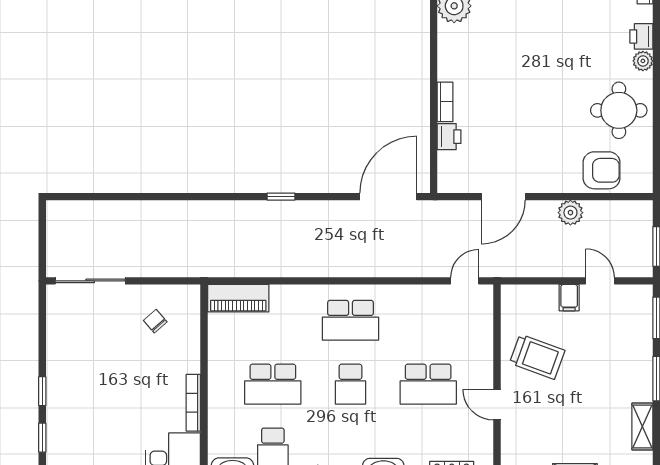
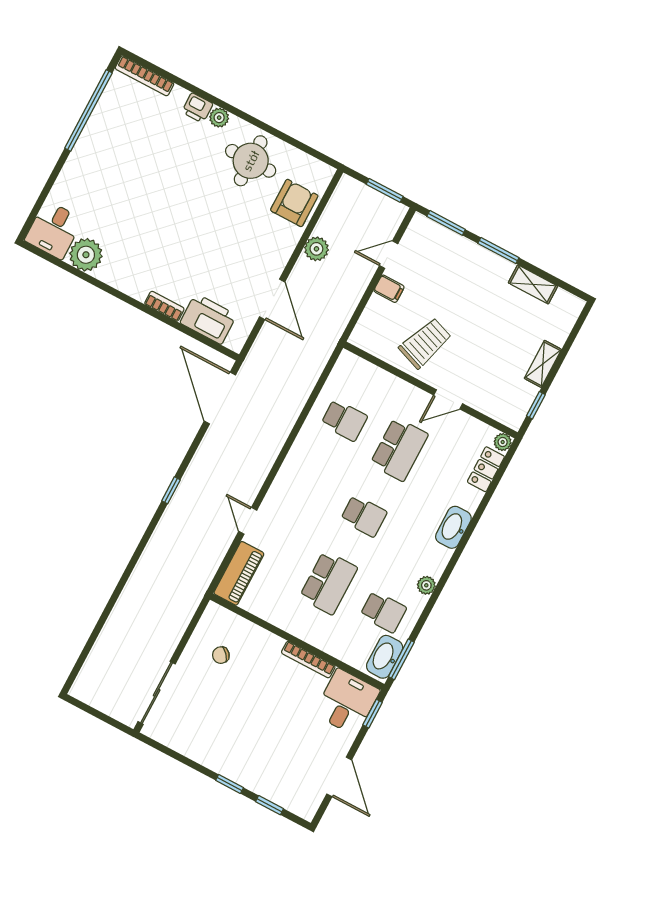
printer: (449, 137) -> (208, 319), width x1.87, depth x1.48
door: (465, 281) -> (248, 521), moved
school desk: (350, 320) -> (344, 420), moved, width x0.54

